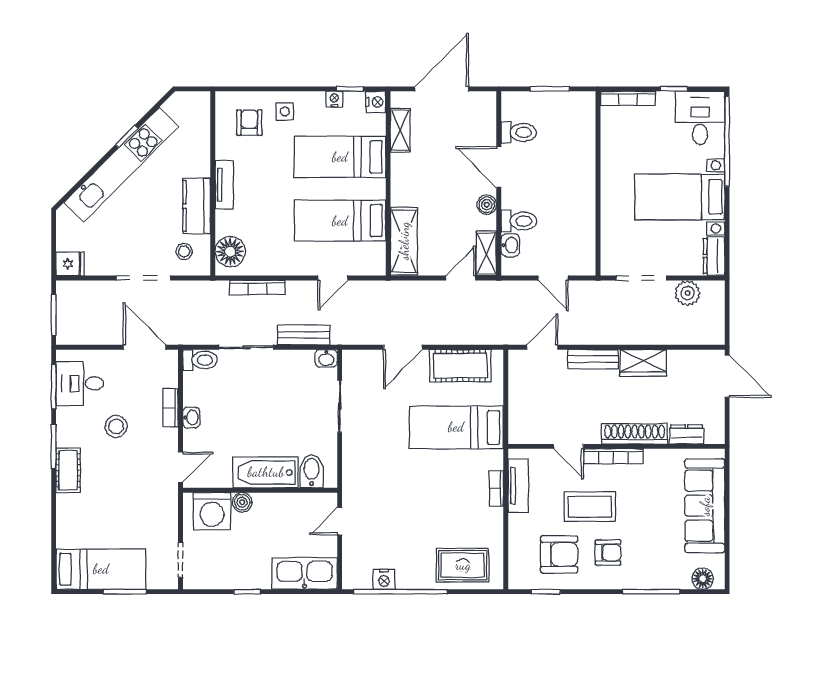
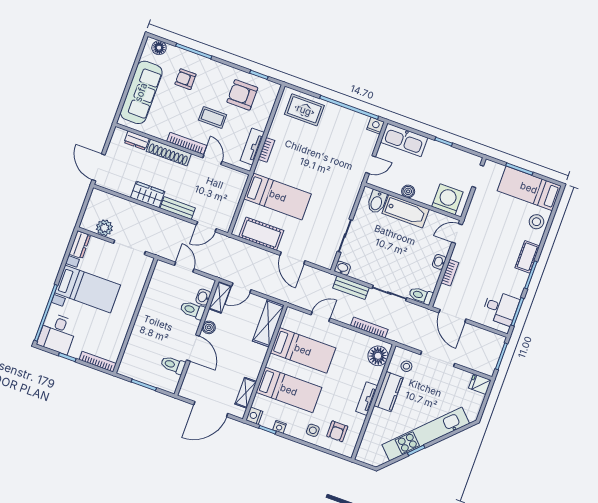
door: (403, 347) -> (293, 258), swing flipped
stool: (116, 426) -> (536, 222), moved
boiler: (242, 502) -> (408, 191), moved
coffee table: (590, 507) -> (213, 117), width x0.73, depth x0.77
armchair: (608, 553) -> (185, 79), moved
nightstand: (384, 579) -> (376, 126), moved

